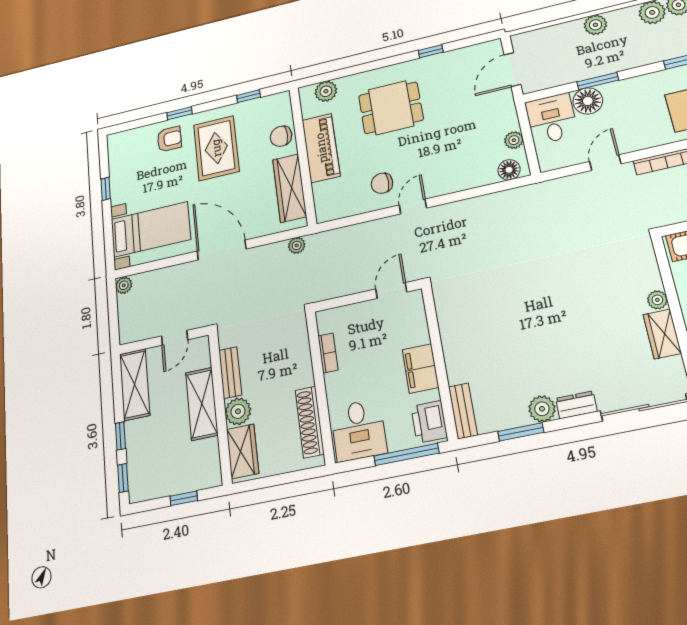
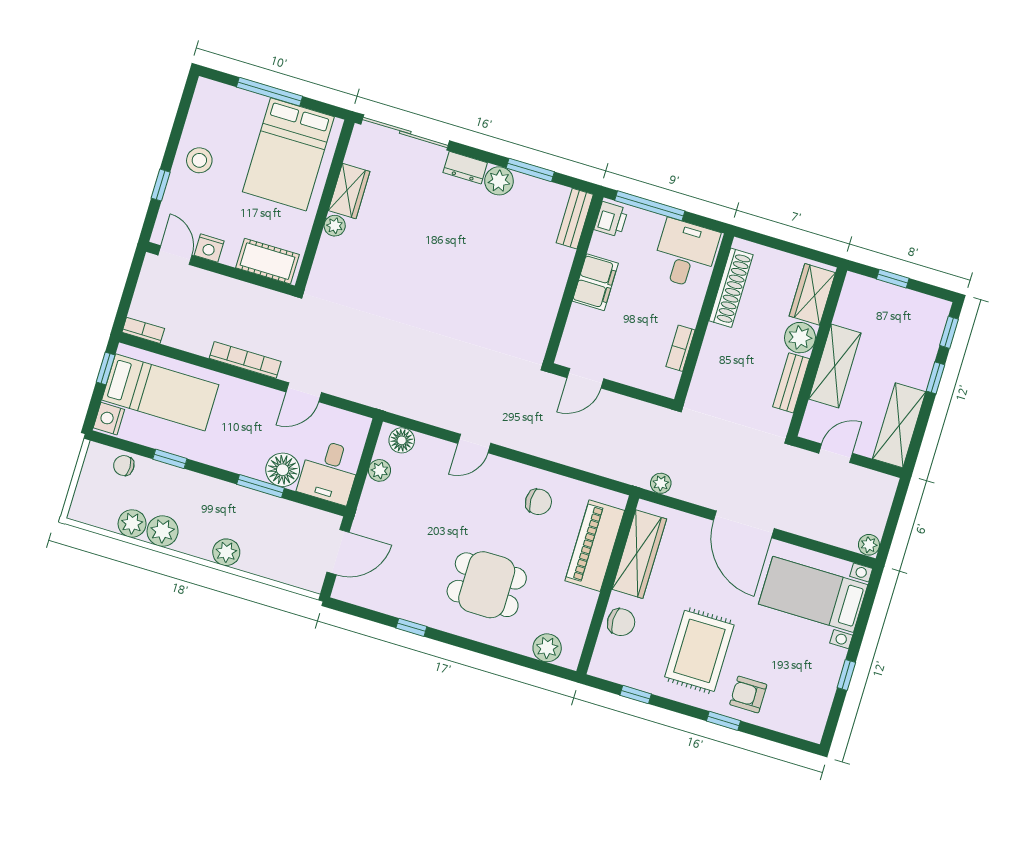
piano: (321, 148) -> (595, 546), moved
door: (413, 206) -> (474, 443), moved
printer: (429, 422) -> (611, 219), width x0.73, depth x0.81

